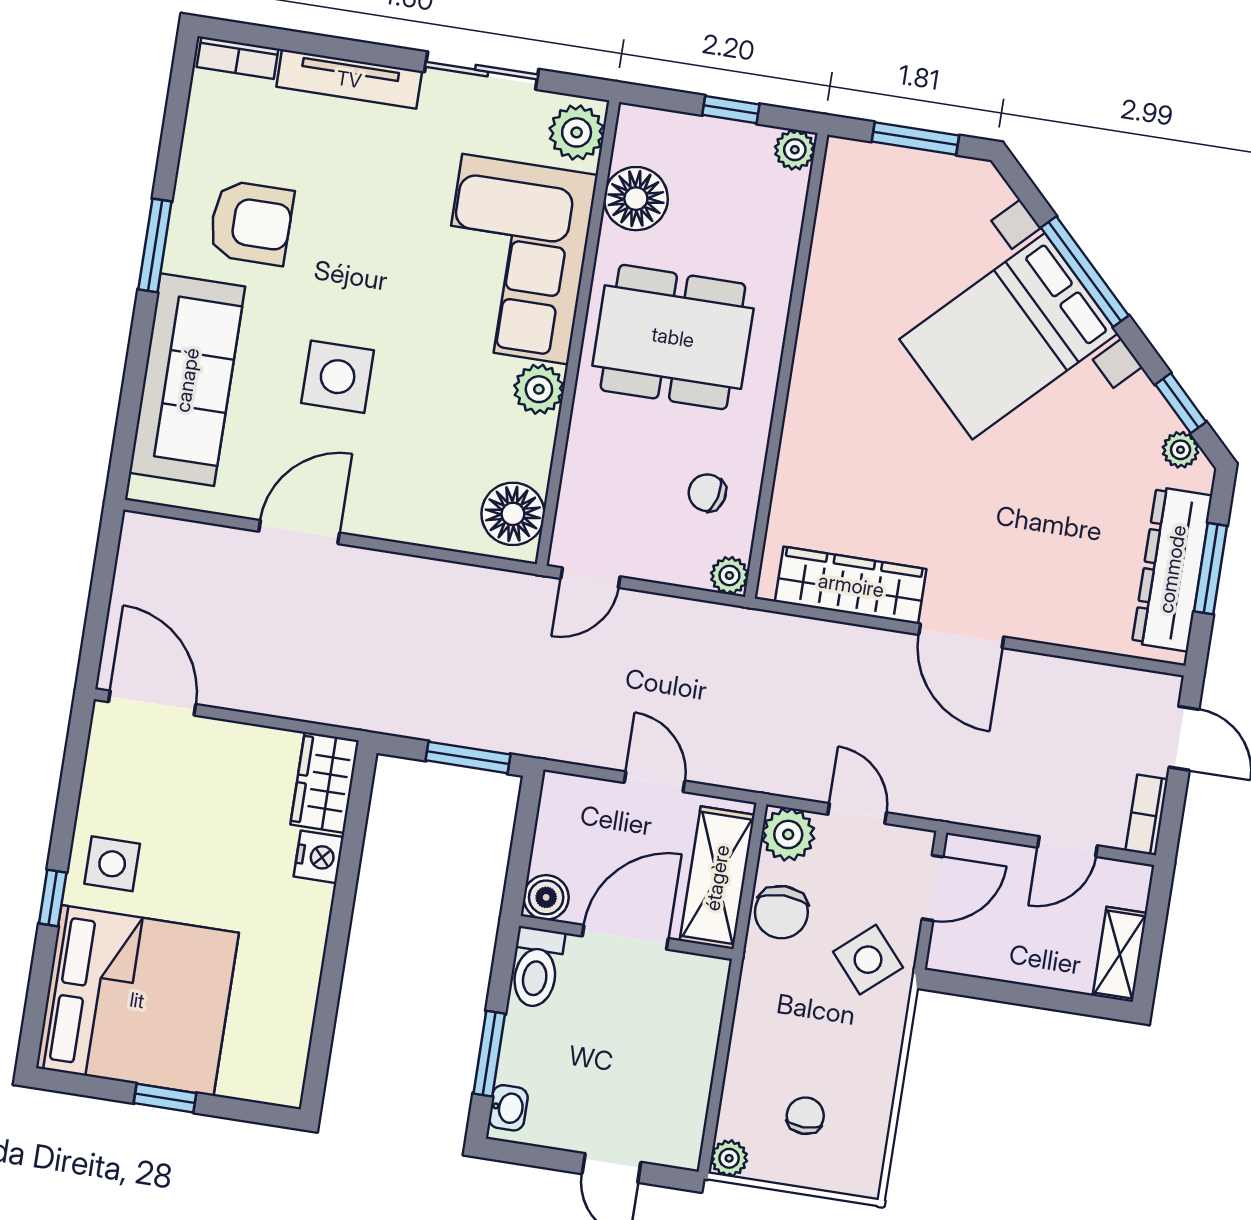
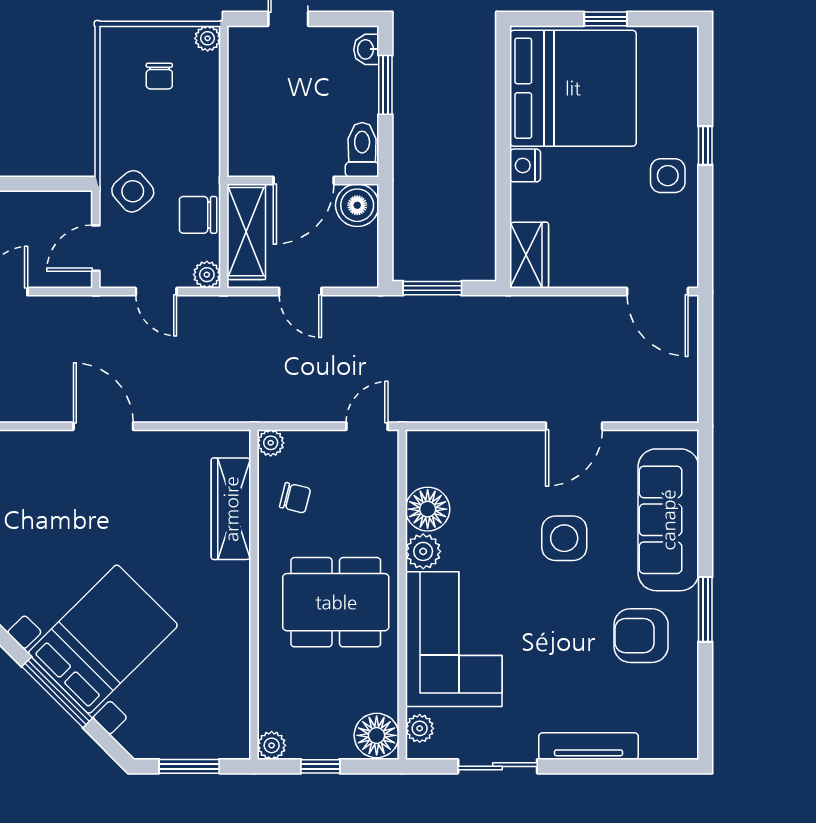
bookcase: (238, 58) -> (668, 749), removed
plant: (577, 132) -> (420, 728), width x0.73, depth x0.73
floor lamp: (636, 199) -> (377, 735), moved
floor lamp: (513, 514) -> (428, 509), moved
wardrobe: (851, 585) -> (231, 509), moved, turned 90
plant: (788, 834) -> (207, 275), width x0.73, depth x0.73
nightstand: (319, 857) -> (525, 165), moved
boiler: (546, 897) -> (357, 205), width x1.36, depth x1.36
chair: (781, 912) -> (198, 215), turned -90
bed: (137, 1000) -> (573, 88), moved, turned 180

